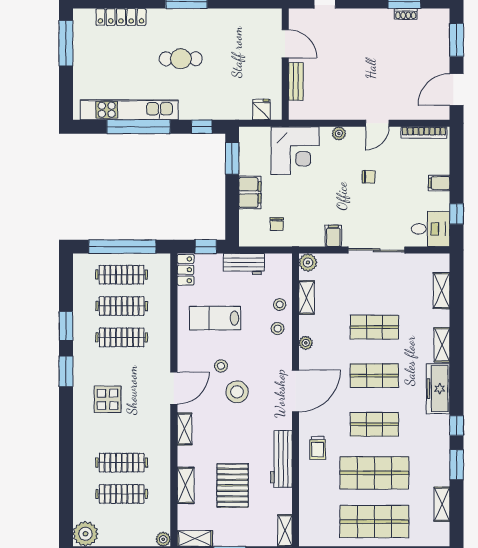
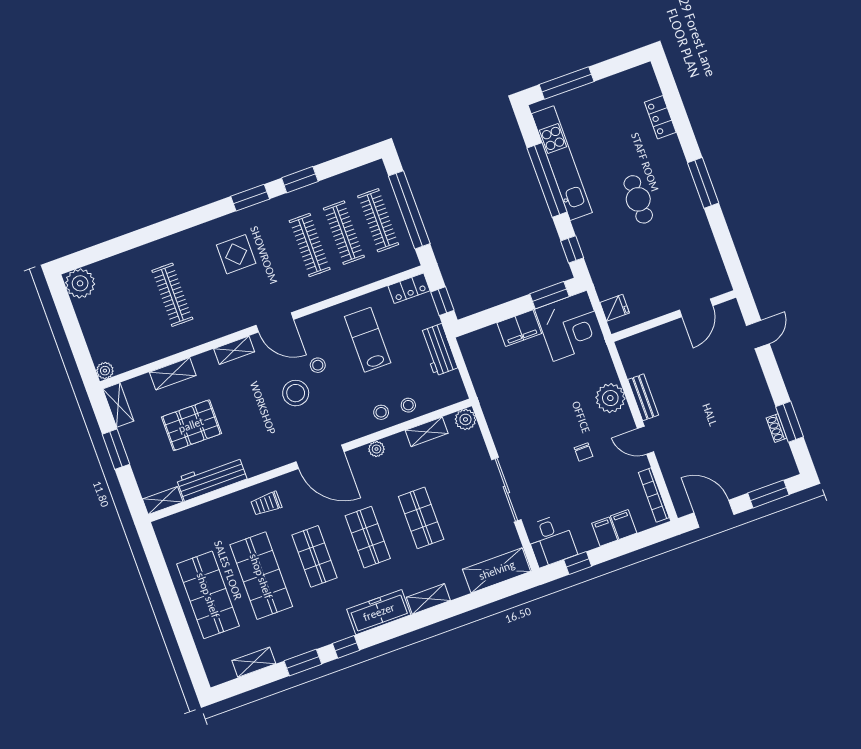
locker: (121, 17) -> (660, 117), width x0.66
window: (66, 43) -> (567, 83), moved
bench: (296, 81) -> (643, 397), moved, turned 90
plant: (339, 133) -> (610, 398), width x1.87, depth x1.87
corner desk: (295, 151) -> (570, 326), moved, turned -90
chair: (277, 224) -> (495, 370), removed
filing cabinet: (333, 236) -> (624, 525), moved, turned -90
shelving: (442, 291) -> (497, 570), width x1.50, depth x1.33
workbench: (281, 459) -> (212, 478), moved
clothes rail: (122, 494) -> (138, 307), removed

